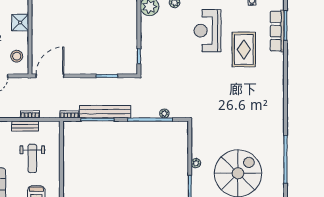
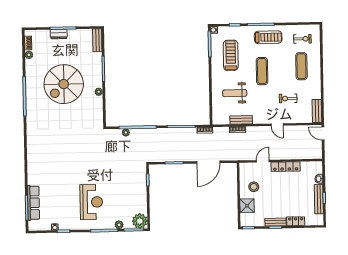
rug: (244, 49) -> (61, 187), removed
stool: (17, 56) -> (254, 187), moved
door: (50, 76) -> (208, 162), moved
bench: (105, 112) -> (175, 133), removed
weight bench: (32, 158) -> (235, 93), turned -90

